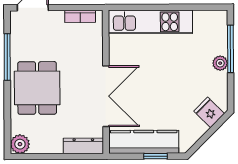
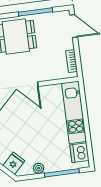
dishwasher: (206, 21) -> (79, 153), added
plant: (220, 63) -> (39, 168), moved

